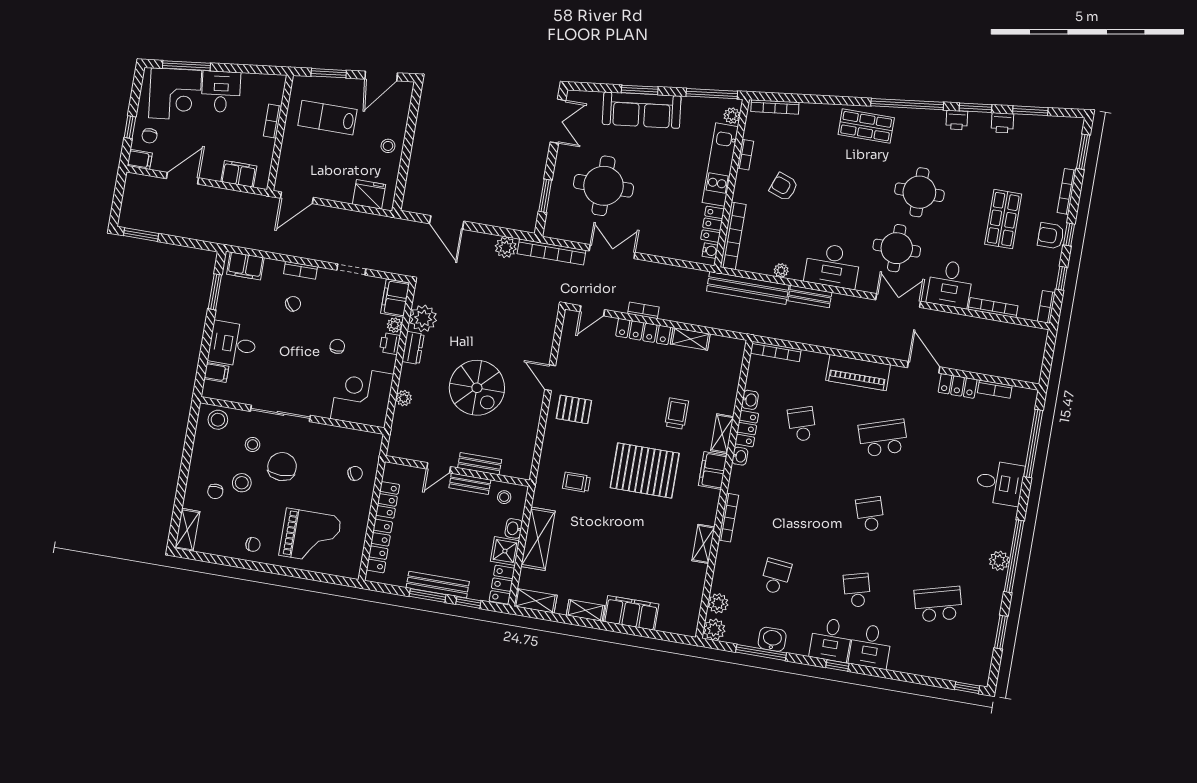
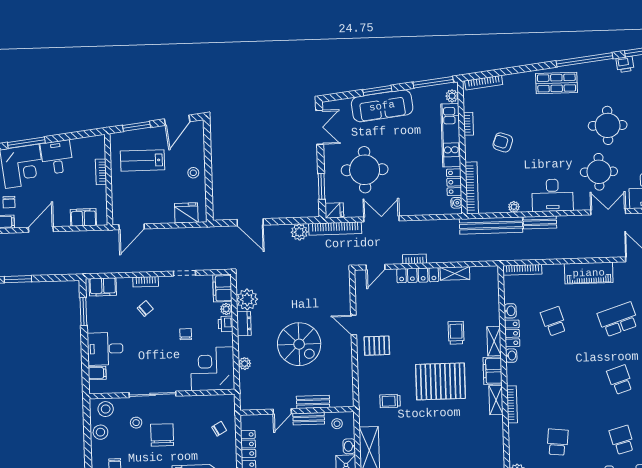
fridge: (555, 229) -> (334, 211), added
stool: (242, 483) -> (100, 432), moved
shelving: (703, 544) -> (496, 400), moved

